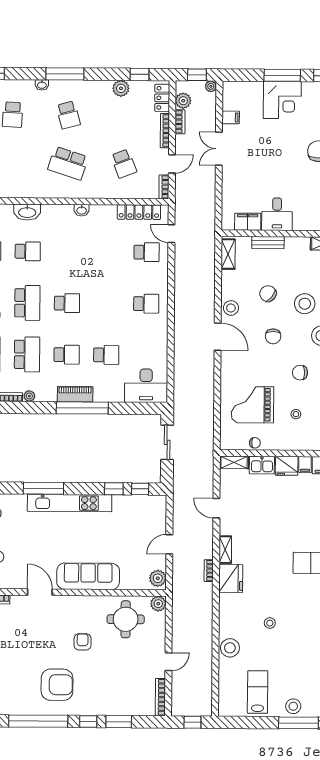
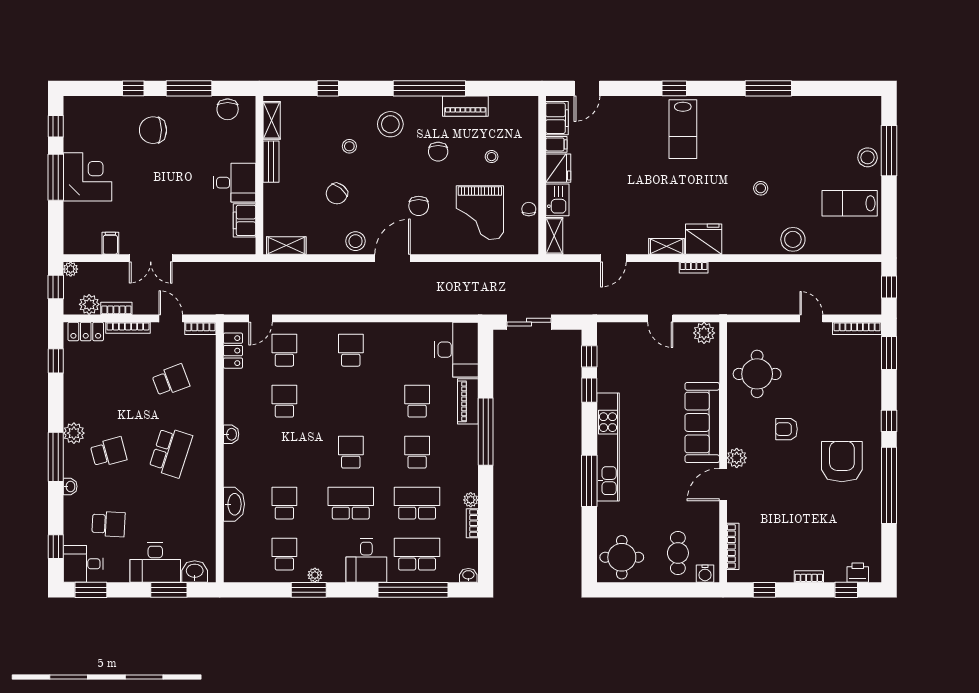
plant: (121, 88) -> (74, 433), moved
locker: (139, 212) -> (233, 351), width x0.66
bench: (268, 243) -> (271, 162), moved
school desk: (107, 252) -> (284, 401), added
stool: (305, 304) -> (349, 146), width x0.53, depth x0.53
chair: (273, 336) -> (419, 206), moved, turned 90
piano: (75, 394) -> (468, 401), moved
plant: (158, 604) -> (737, 458), moved
window: (119, 722) -> (889, 353), moved

